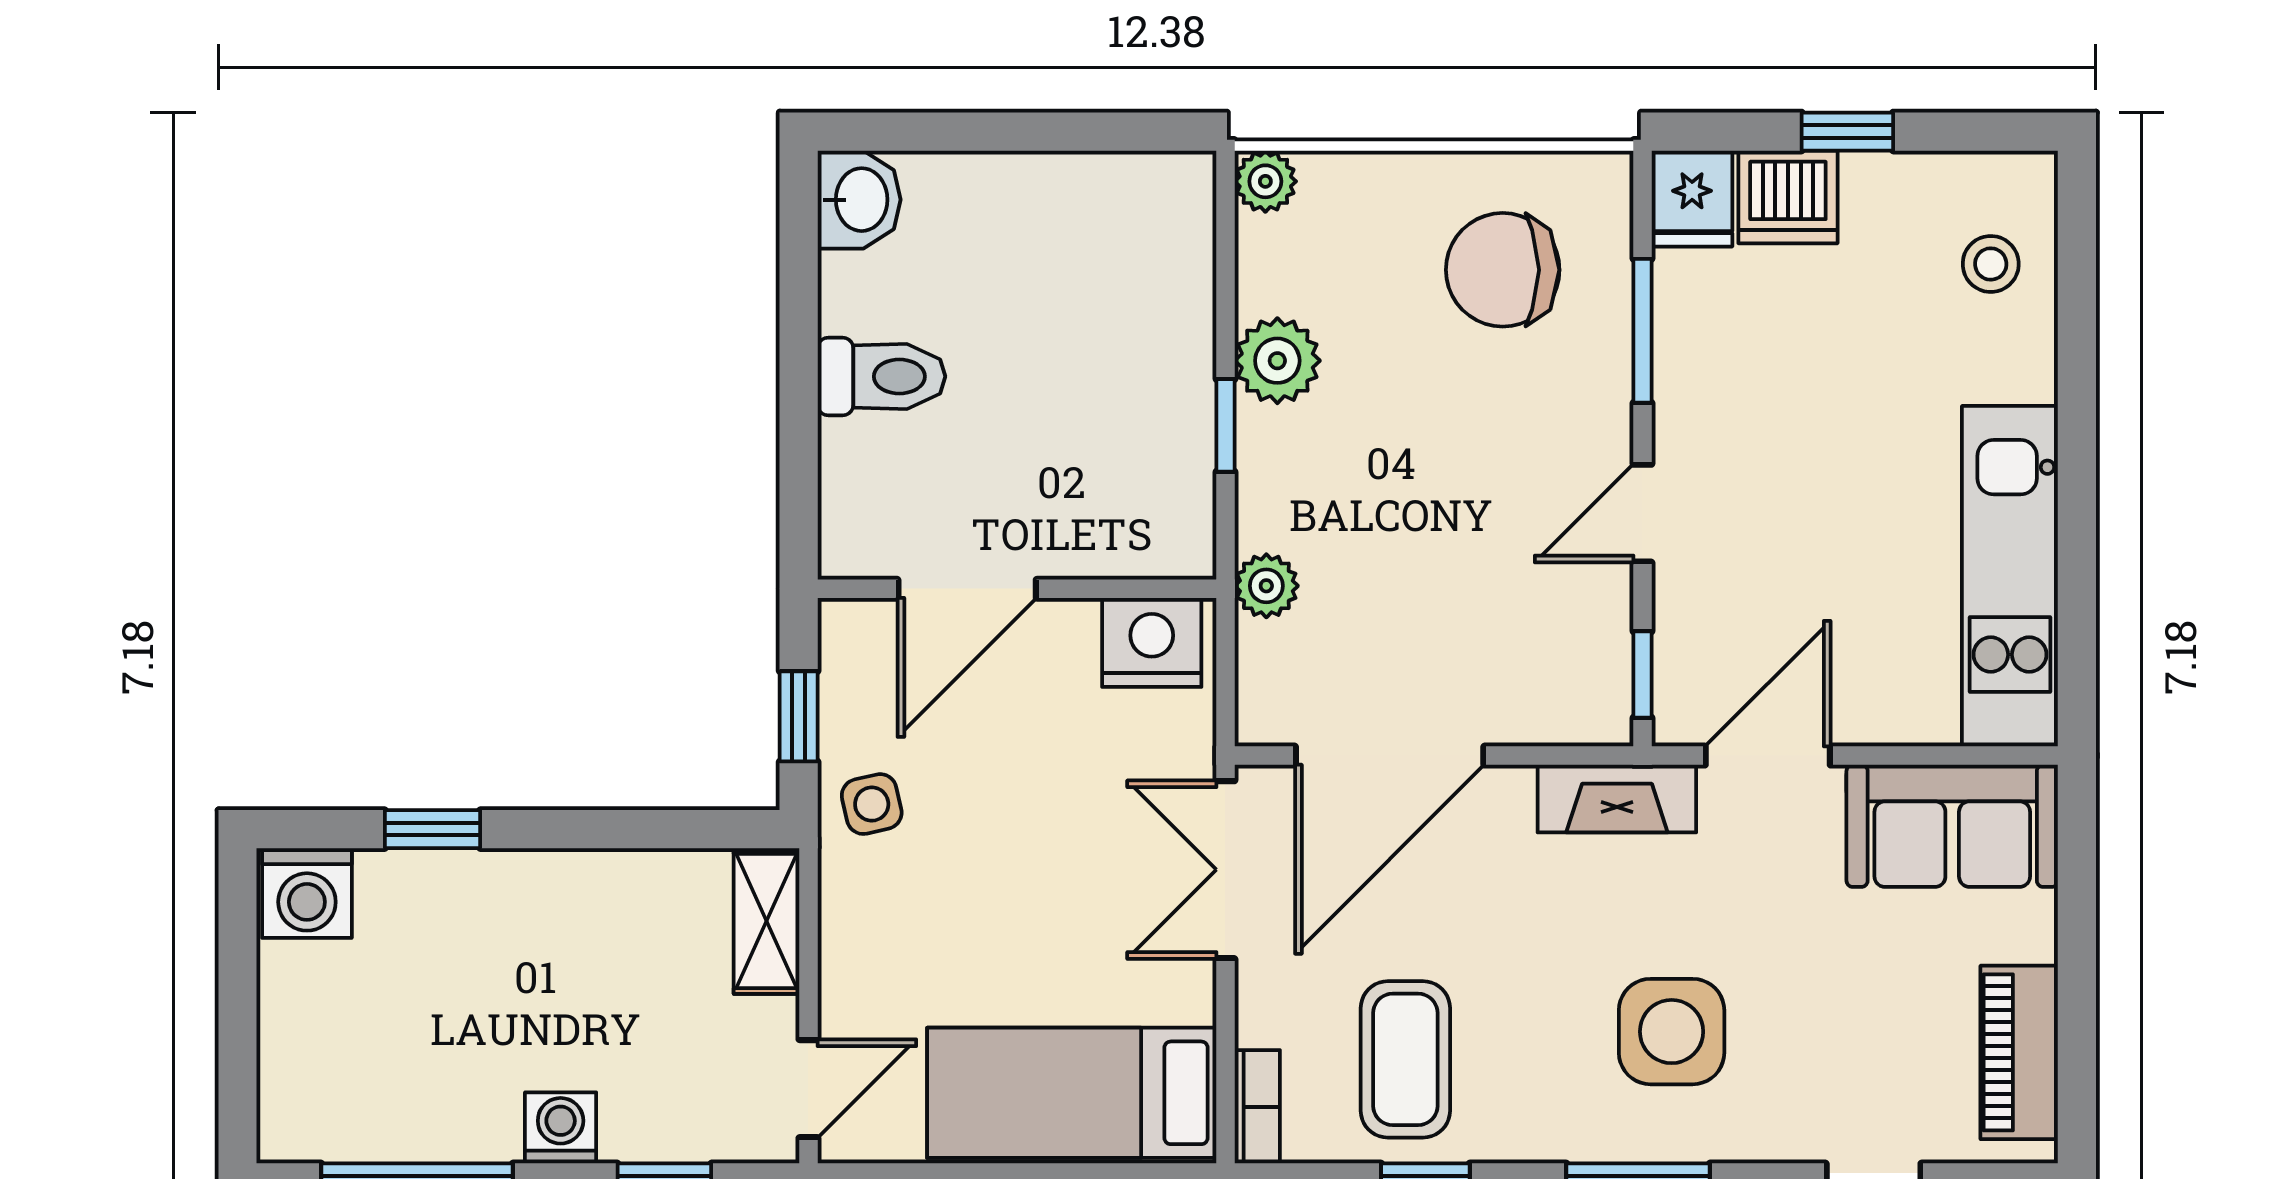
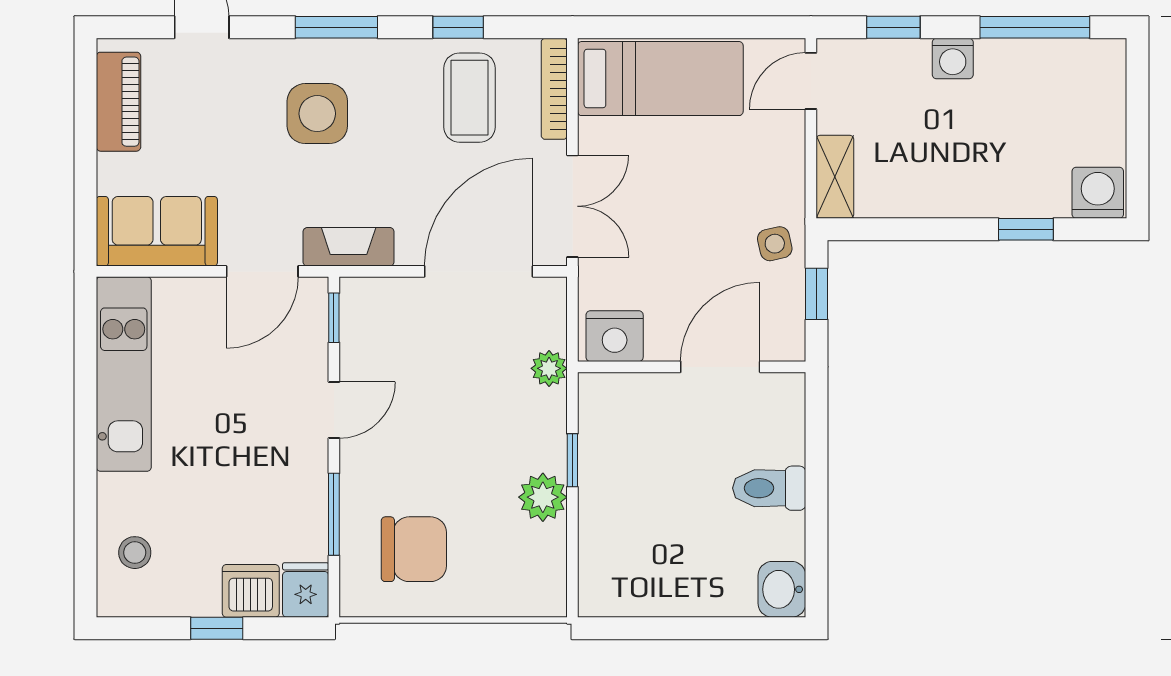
plant: (1265, 181) -> (550, 600), removed
bookcase: (1257, 1107) -> (554, 89), width x1.56

